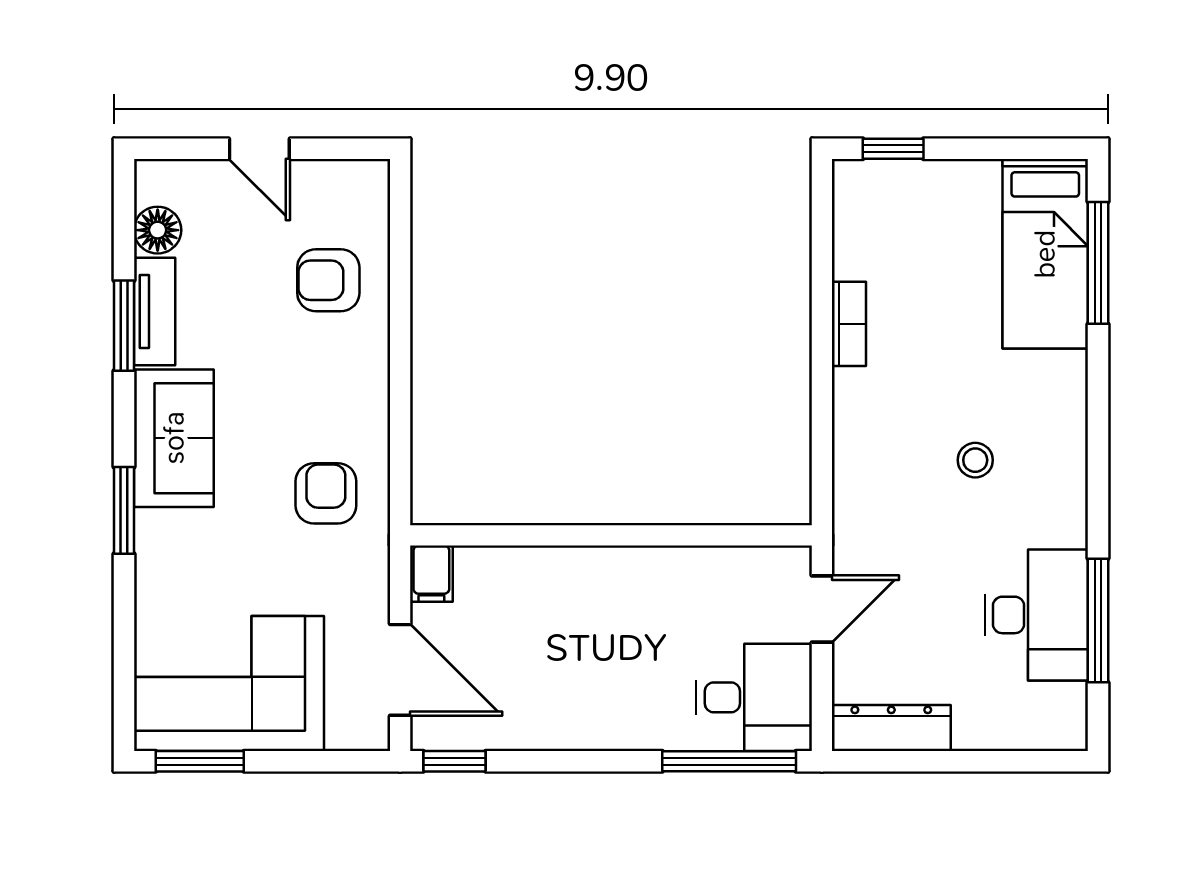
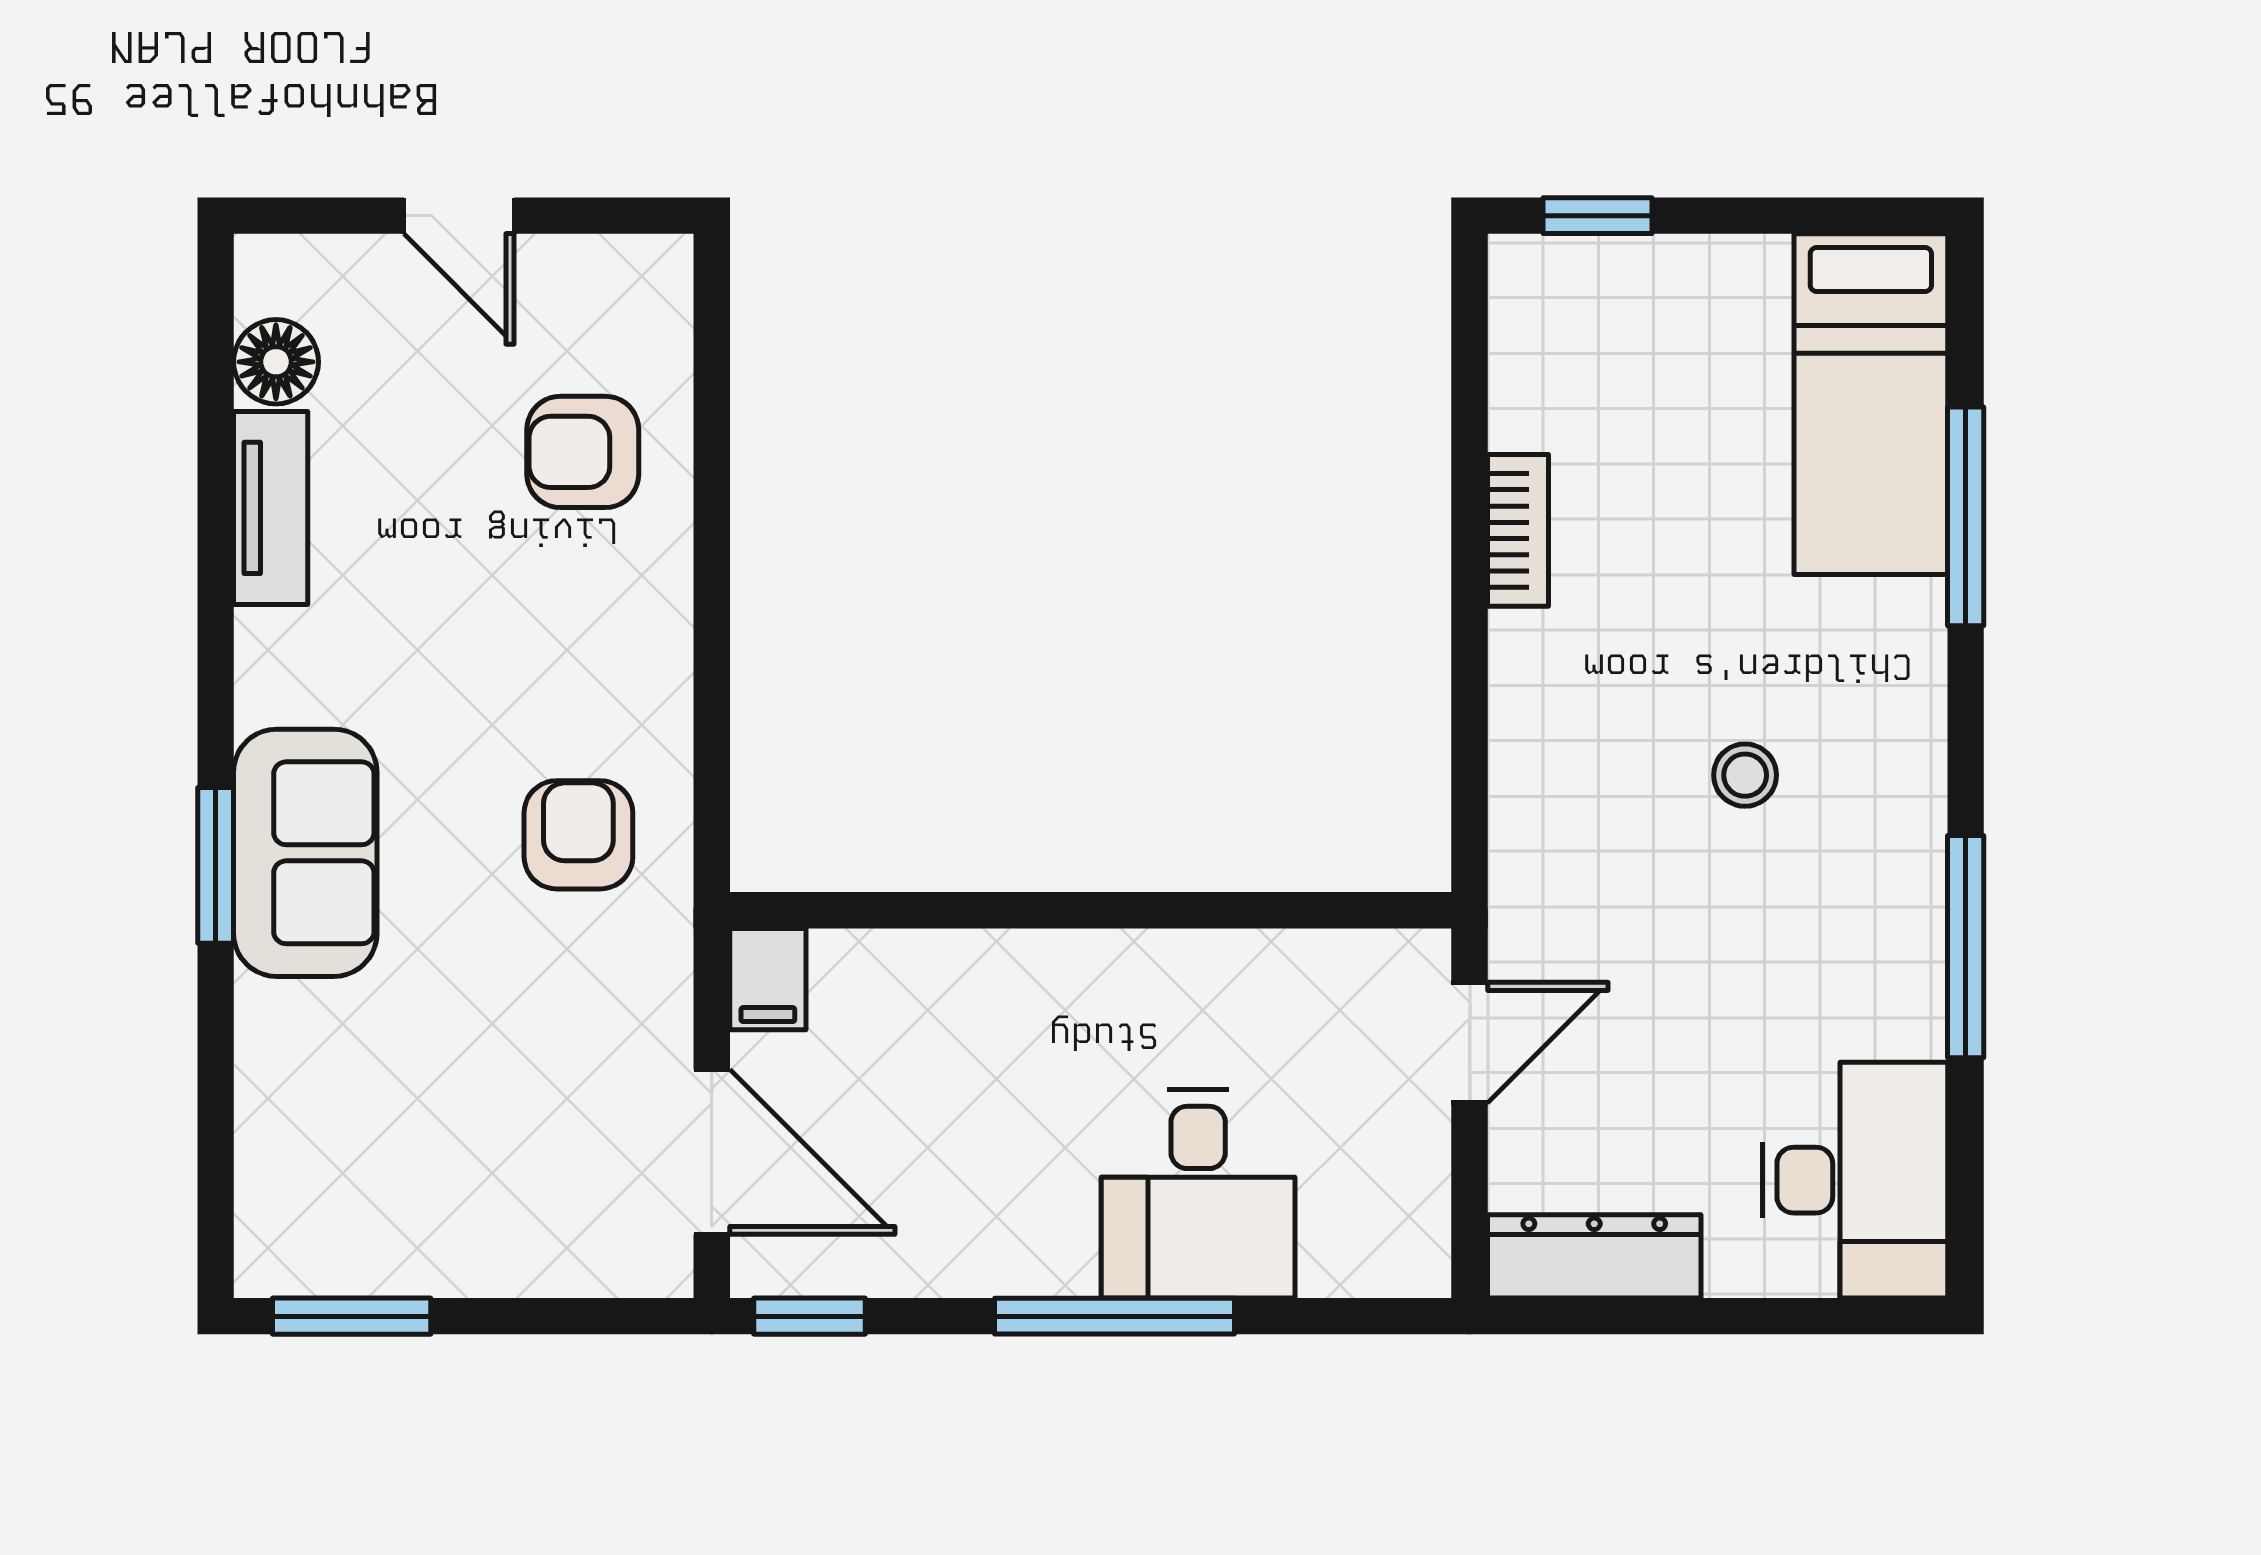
window: (1098, 263) -> (1966, 516), moved
window: (124, 326) -> (216, 533), removed
sofa: (174, 438) -> (305, 853), moved
desk: (1036, 615) -> (1855, 1180), moved
window: (1098, 621) -> (1966, 947), moved
corner sofa: (229, 684) -> (404, 1176), removed
desk: (754, 697) -> (1198, 1194), moved, turned 90
window: (729, 761) -> (1114, 1316), moved

